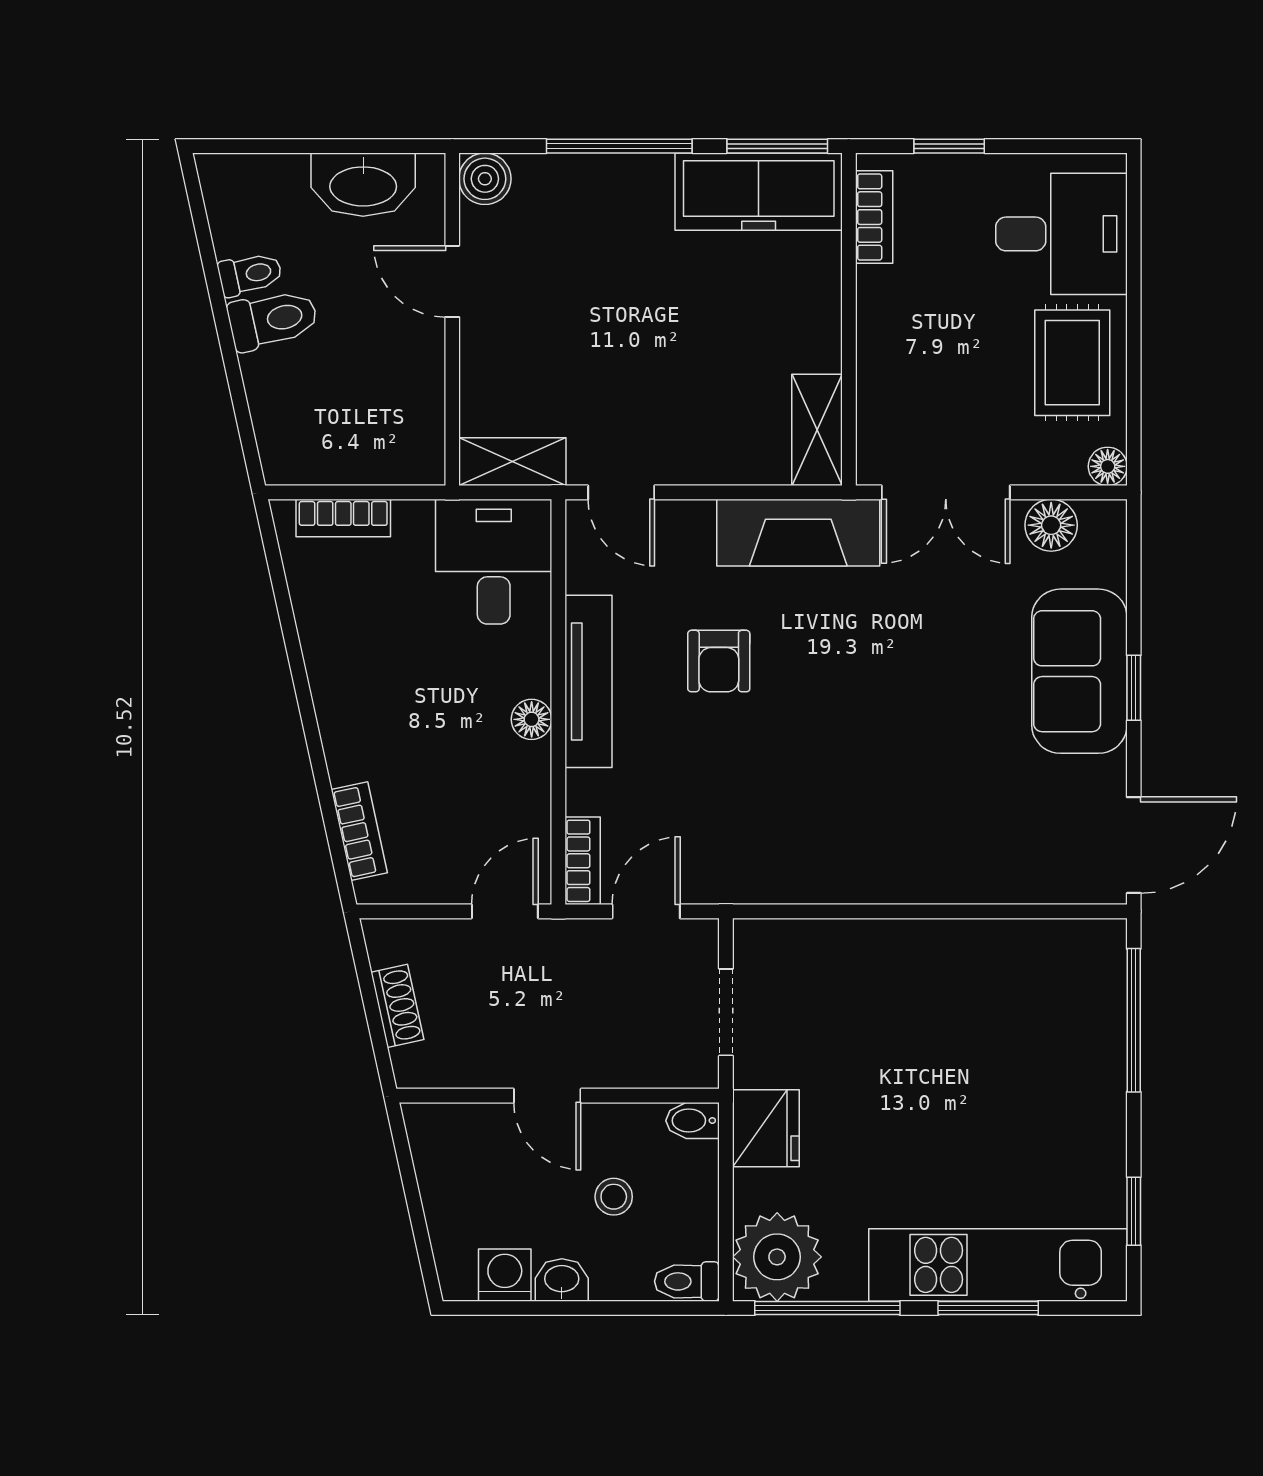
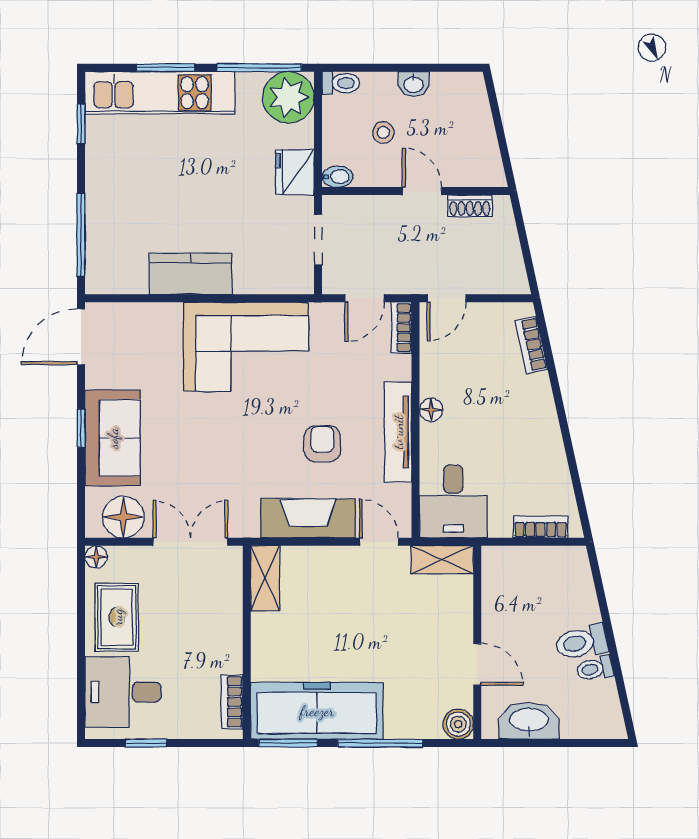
window: (949, 146) -> (146, 743), moved
freezer: (759, 192) -> (317, 711), width x1.36, depth x1.26
floor lamp: (1051, 525) -> (123, 517), width x1.38, depth x1.38
fireplace: (798, 533) -> (308, 518), moved
corner sofa: (850, 828) -> (246, 347), added
kitchen counter: (945, 954) -> (191, 274), added
shoe rack: (397, 1006) -> (470, 206), moved, turned -78
washing machine: (505, 1275) -> (447, 87), removed

